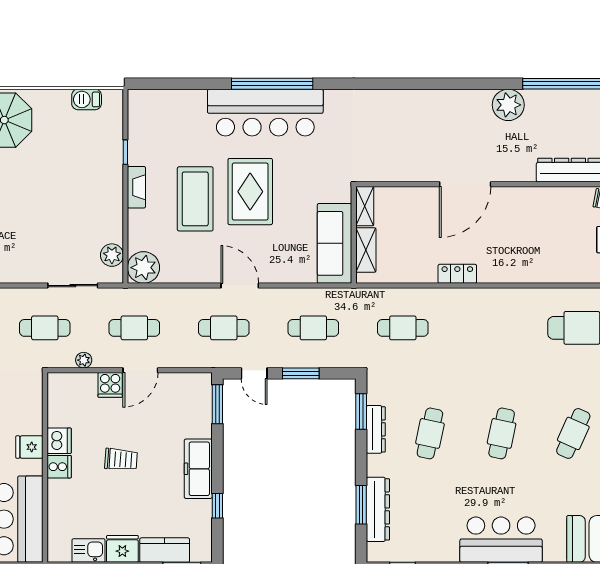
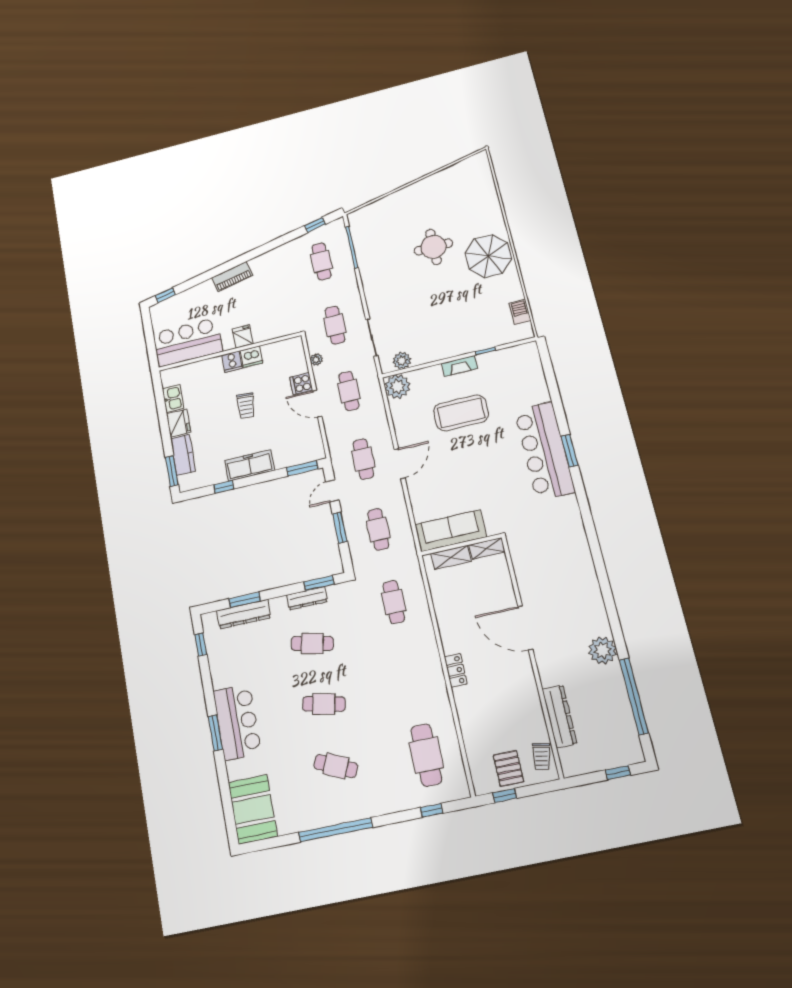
window: (272, 84) -> (570, 451), width x0.47
rug: (250, 192) -> (477, 454), removed
locker: (457, 274) -> (456, 670), moved

